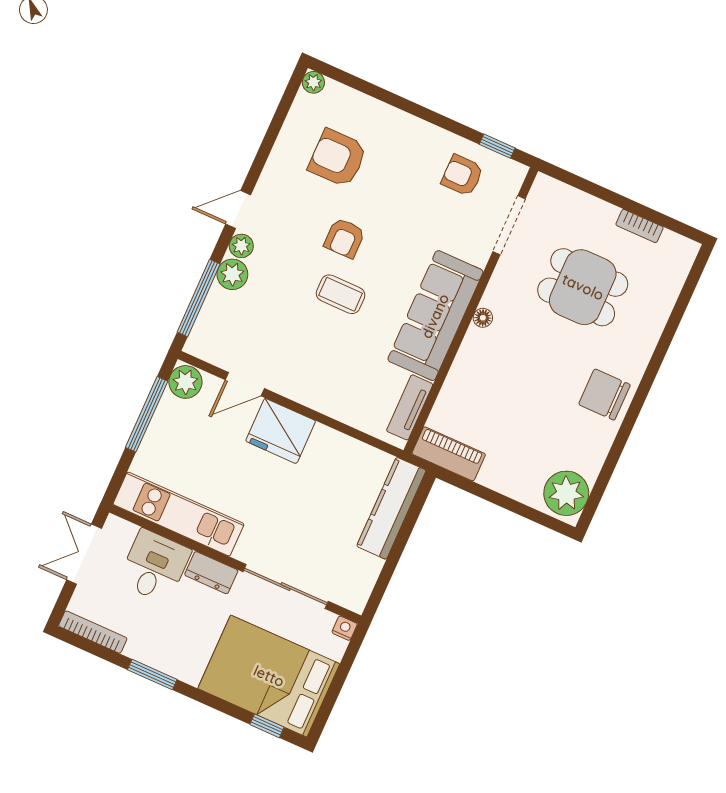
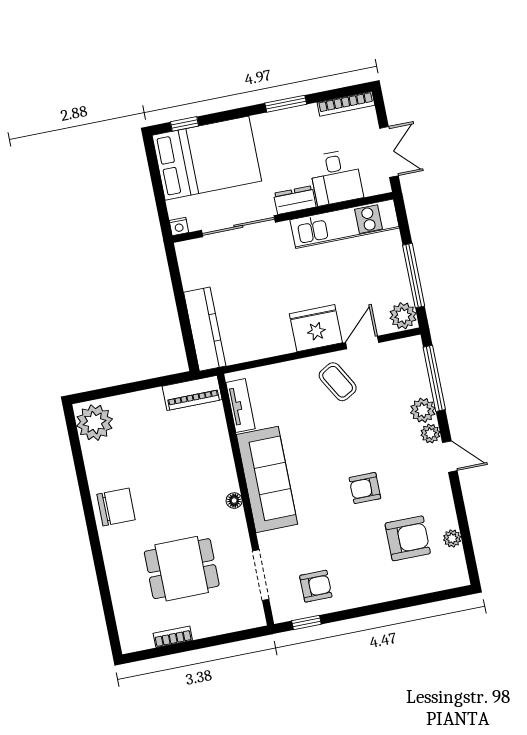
plant: (313, 82) -> (452, 538), moved
door: (238, 209) -> (450, 457), hinge flipped
armchair: (345, 238) -> (365, 488), turned -90
coffee table: (341, 294) -> (338, 382), moved, turned 60

